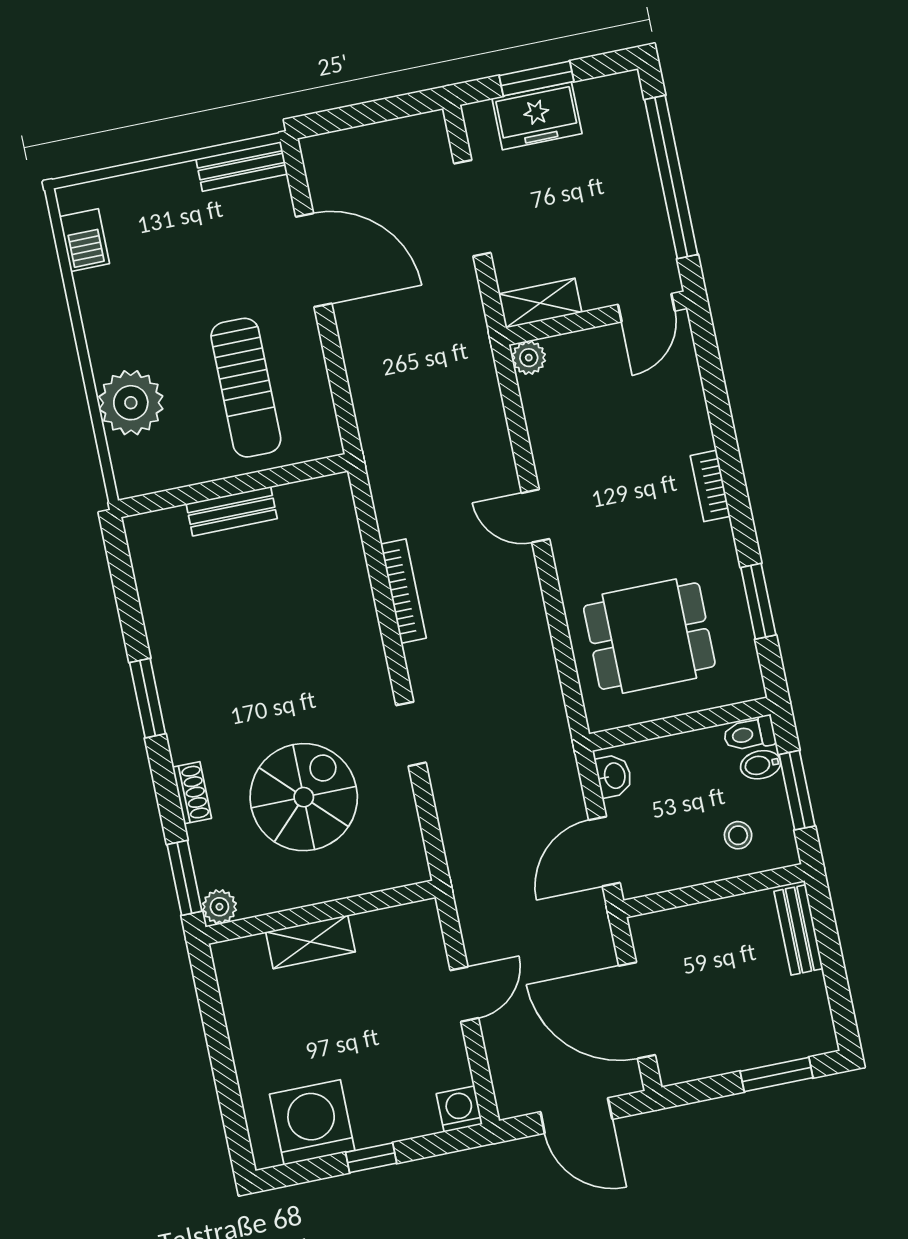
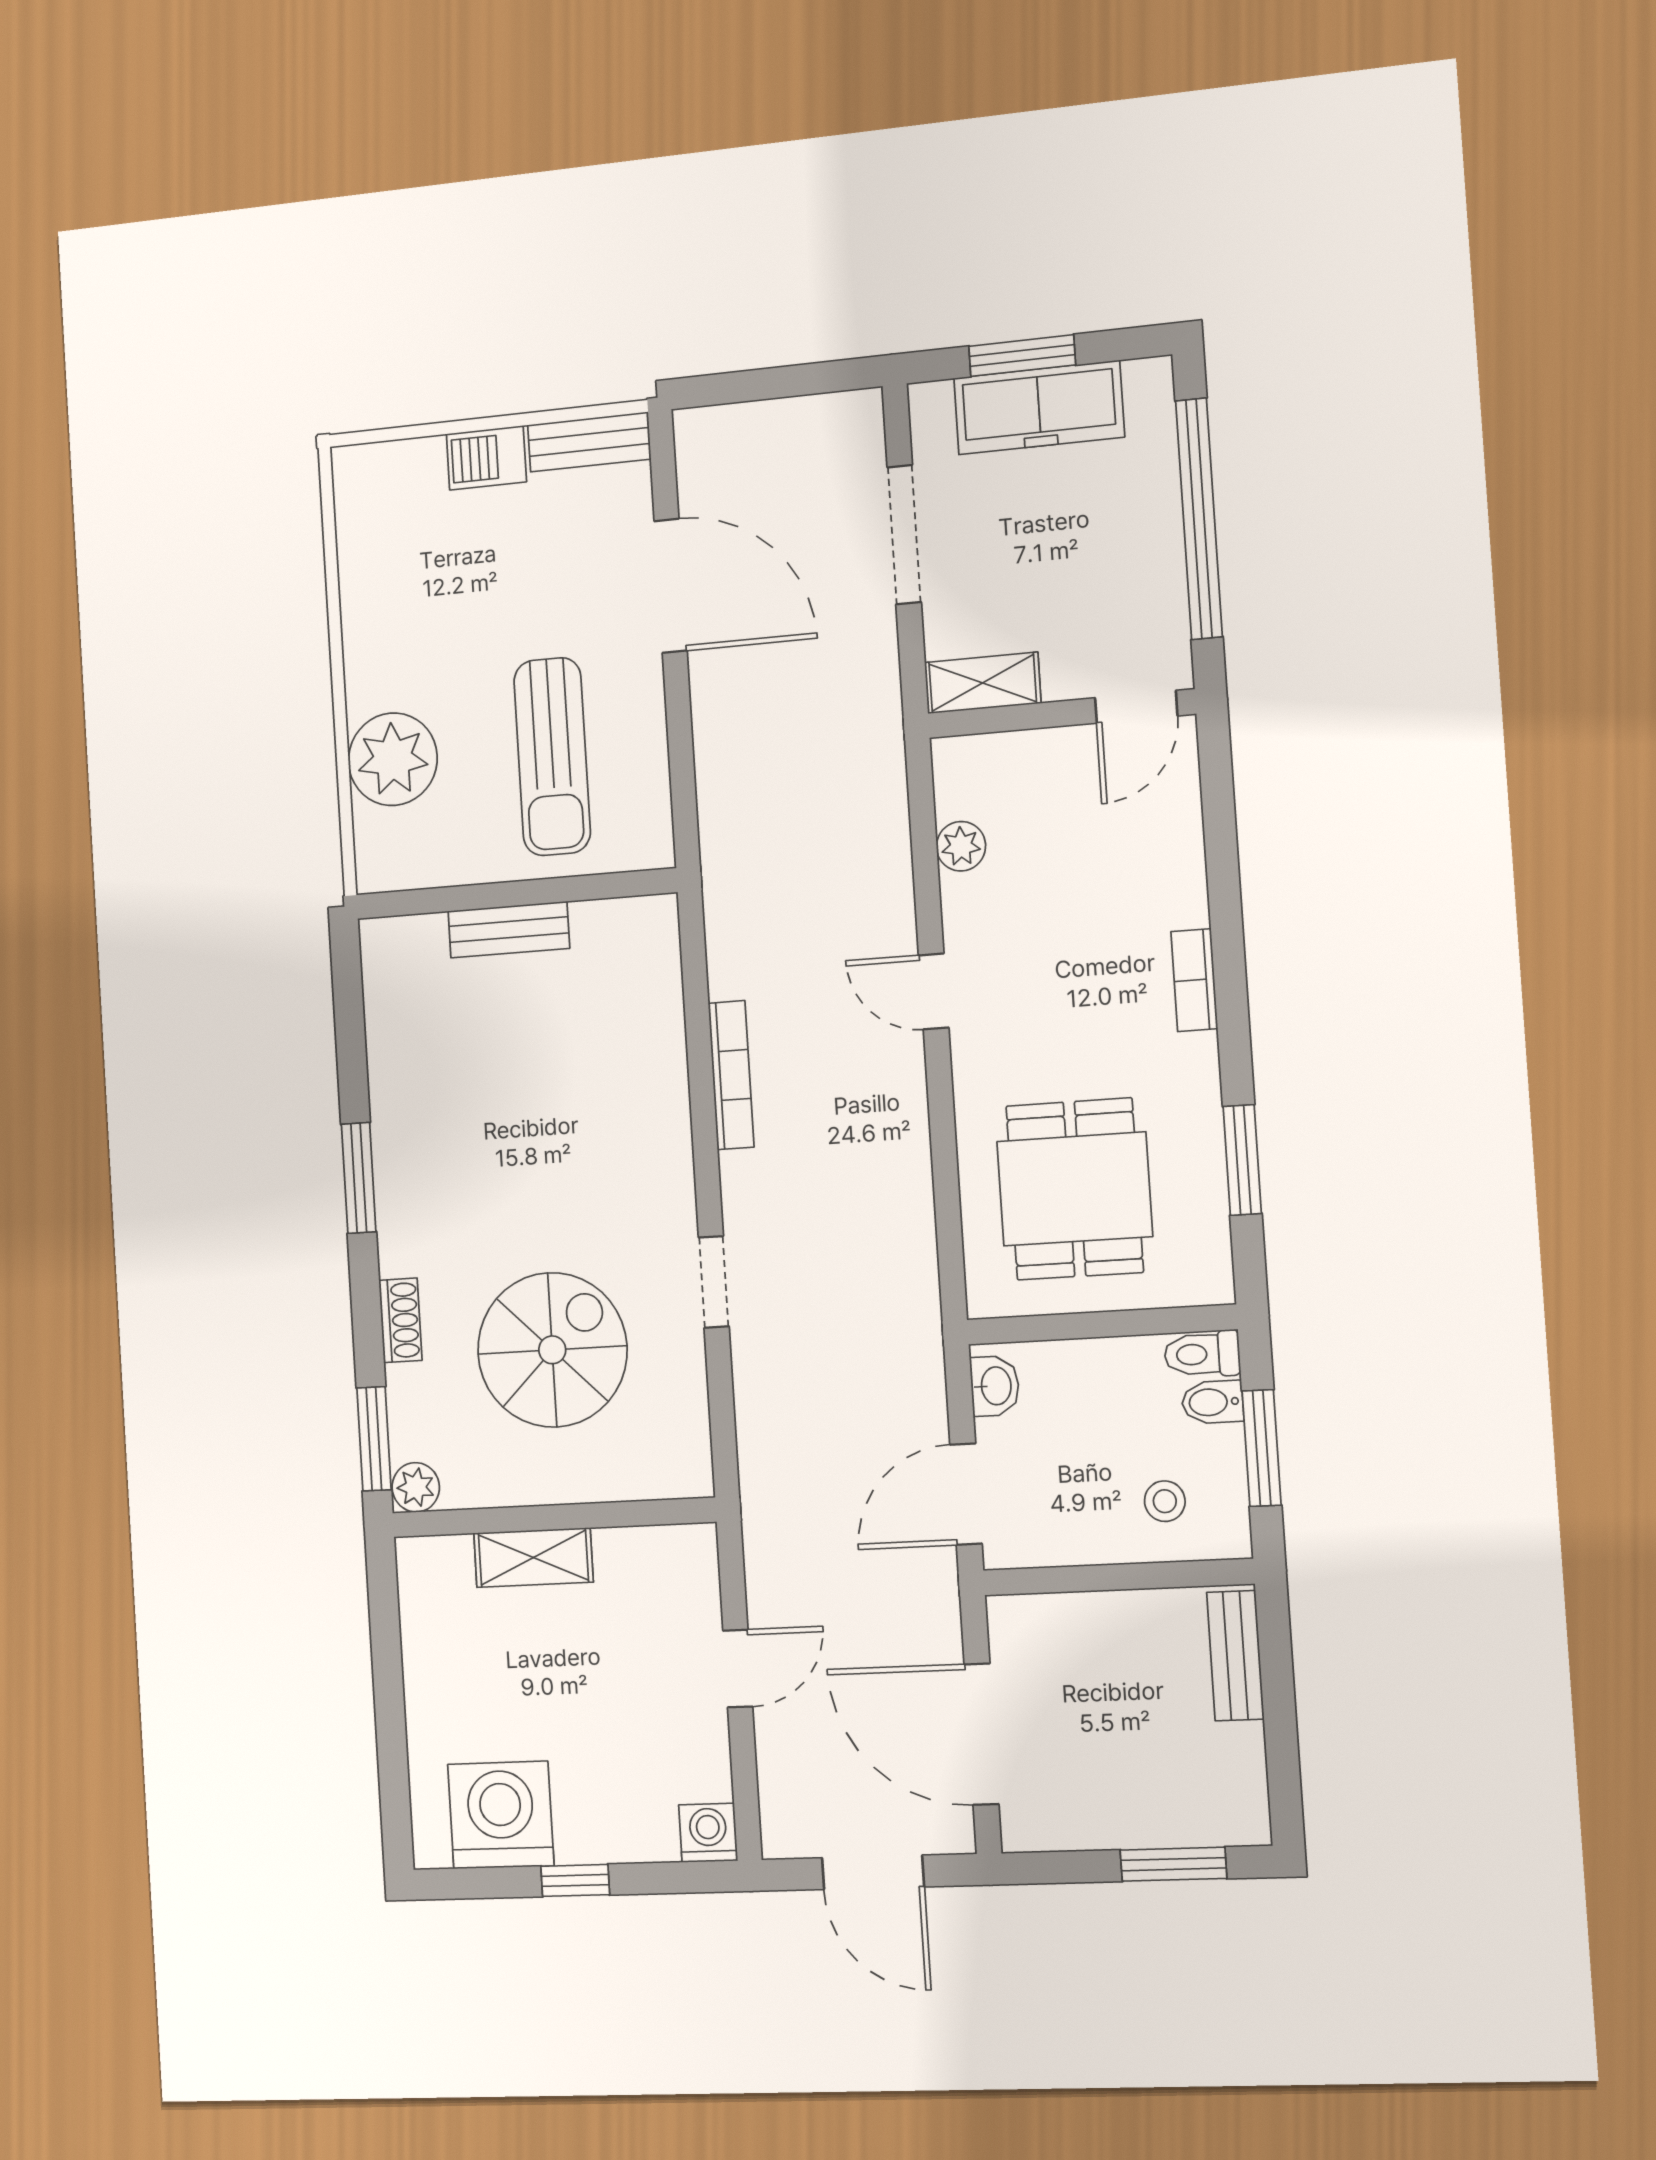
freezer: (537, 116) -> (1039, 407), width x1.40
barbecue: (84, 240) -> (486, 458), moved, turned 90
plant: (529, 358) -> (961, 846), moved
dining table: (649, 636) -> (1075, 1189), turned 90

